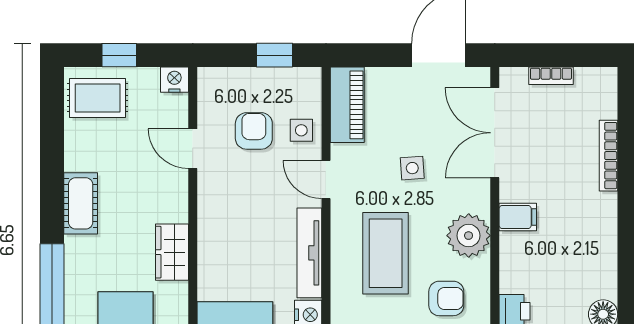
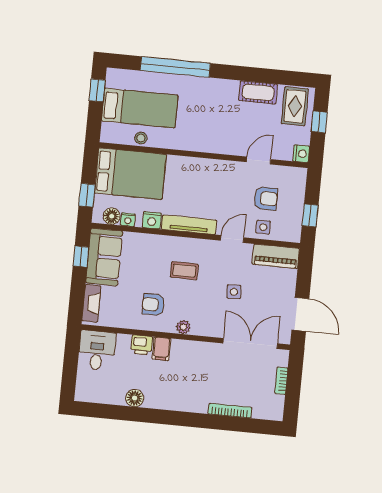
cot: (81, 203) -> (258, 92), moved
filing cabinet: (518, 217) -> (161, 349), moved
plant: (469, 236) -> (183, 327), width x0.53, depth x0.53
wardrobe: (172, 252) -> (197, 142), removed
coffee table: (386, 253) -> (184, 271), width x0.54, depth x0.58
armchair: (446, 298) -> (153, 304), turned 90

